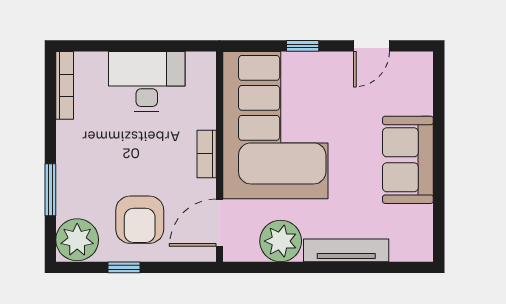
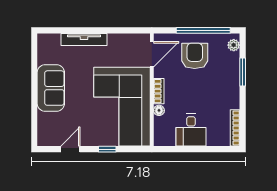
desk: (147, 81) -> (191, 130), width x0.73
floor lamp: (206, 118) -> (159, 110), added
plant: (77, 240) -> (234, 45), width x0.53, depth x0.53
plant: (281, 241) -> (119, 44), removed
window: (124, 267) -> (203, 30), width x3.17

